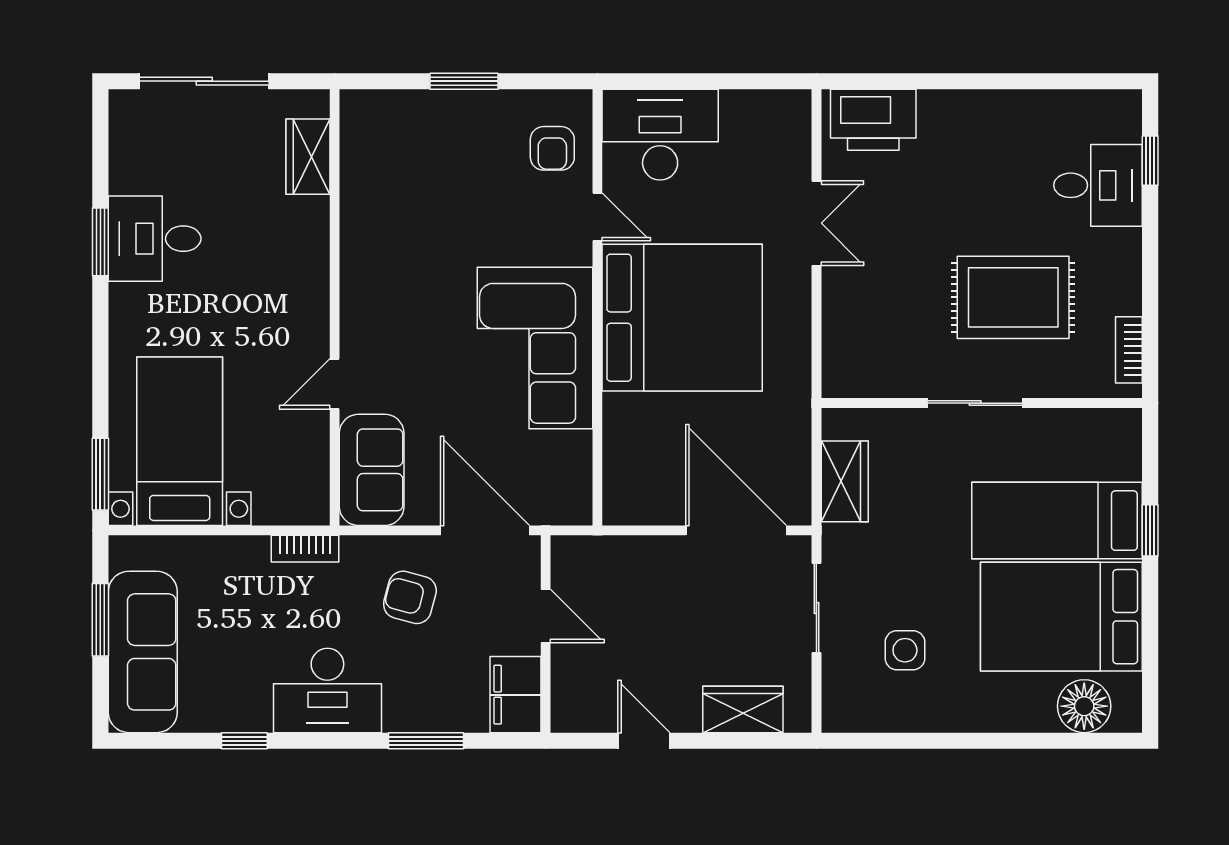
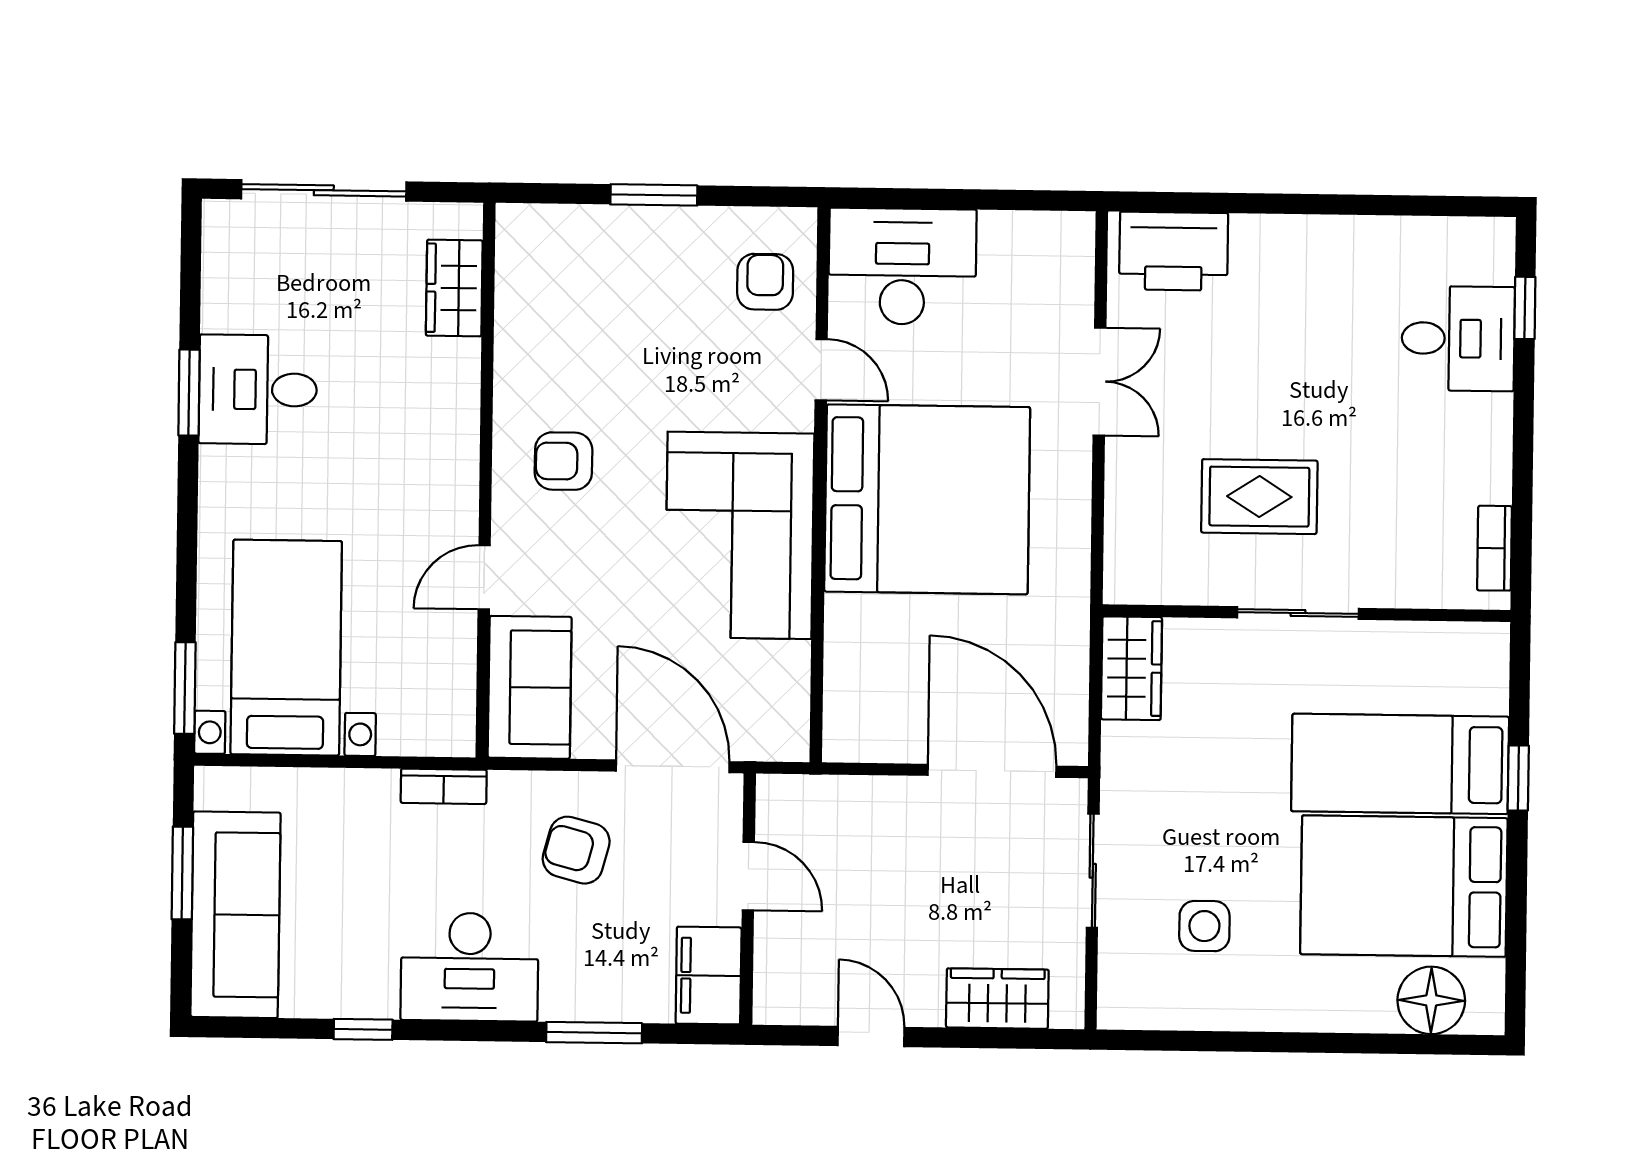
armchair: (552, 148) -> (765, 282), turned 180
armchair: (396, 292) -> (563, 461), added
rug: (1013, 297) -> (1259, 497), moved, width x0.73, depth x0.70
wardrobe: (845, 481) -> (1131, 668), moved

